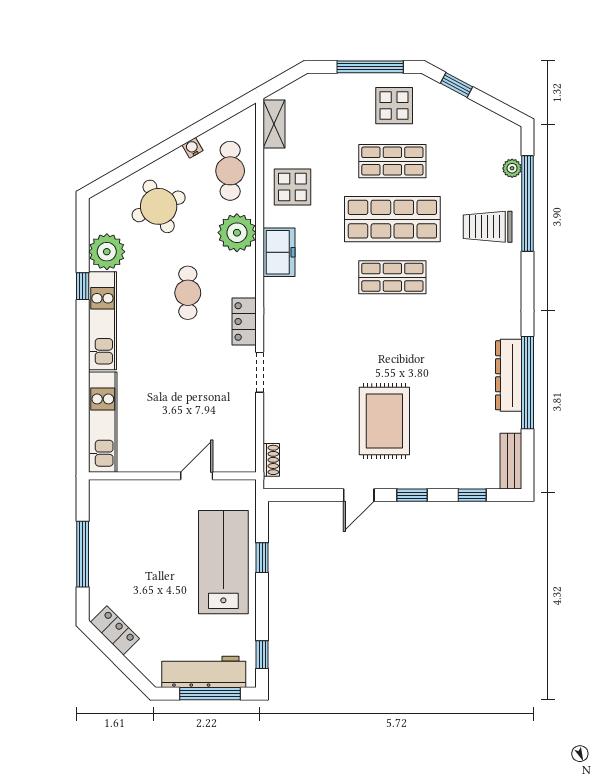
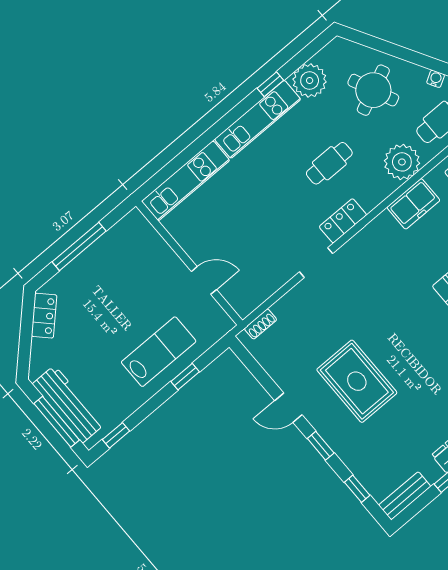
rug: (384, 421) -> (357, 381), turned 90
lab bench: (223, 562) -> (159, 352), width x0.73, depth x0.72

